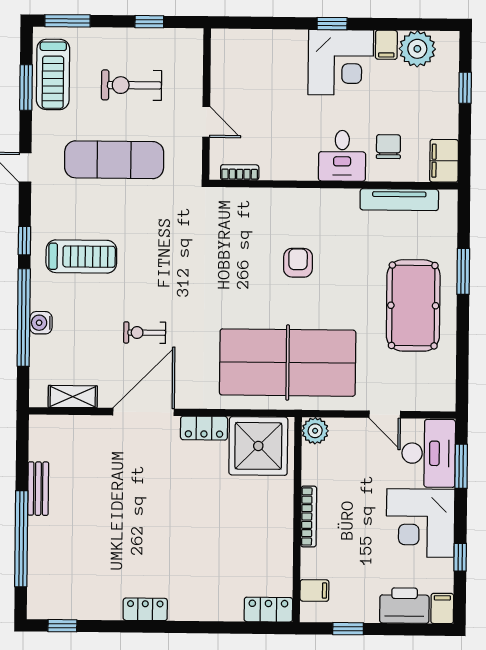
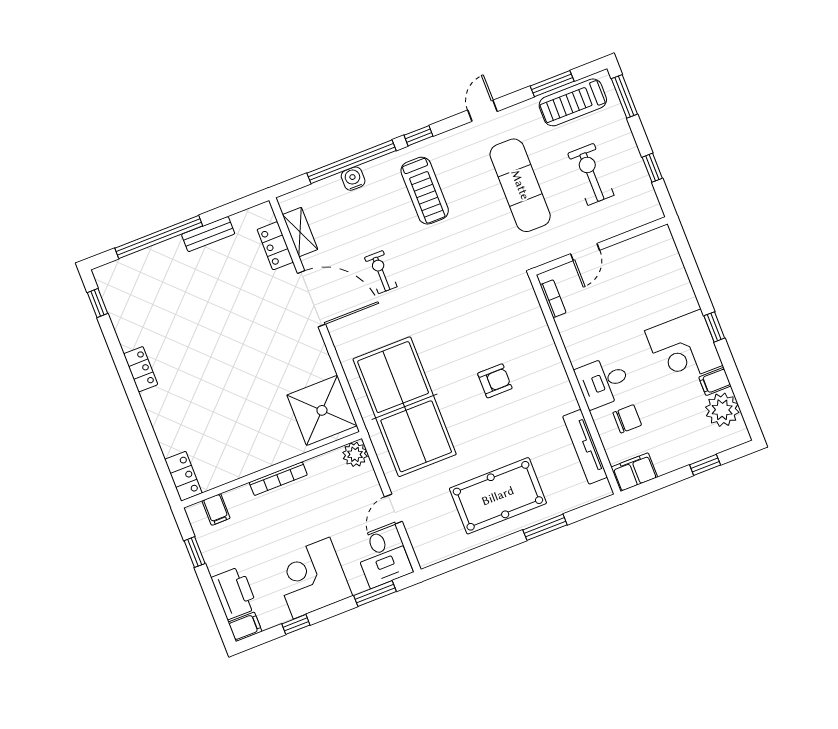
locker: (204, 428) -> (275, 246), moved
desk: (429, 453) -> (383, 558), width x0.73

